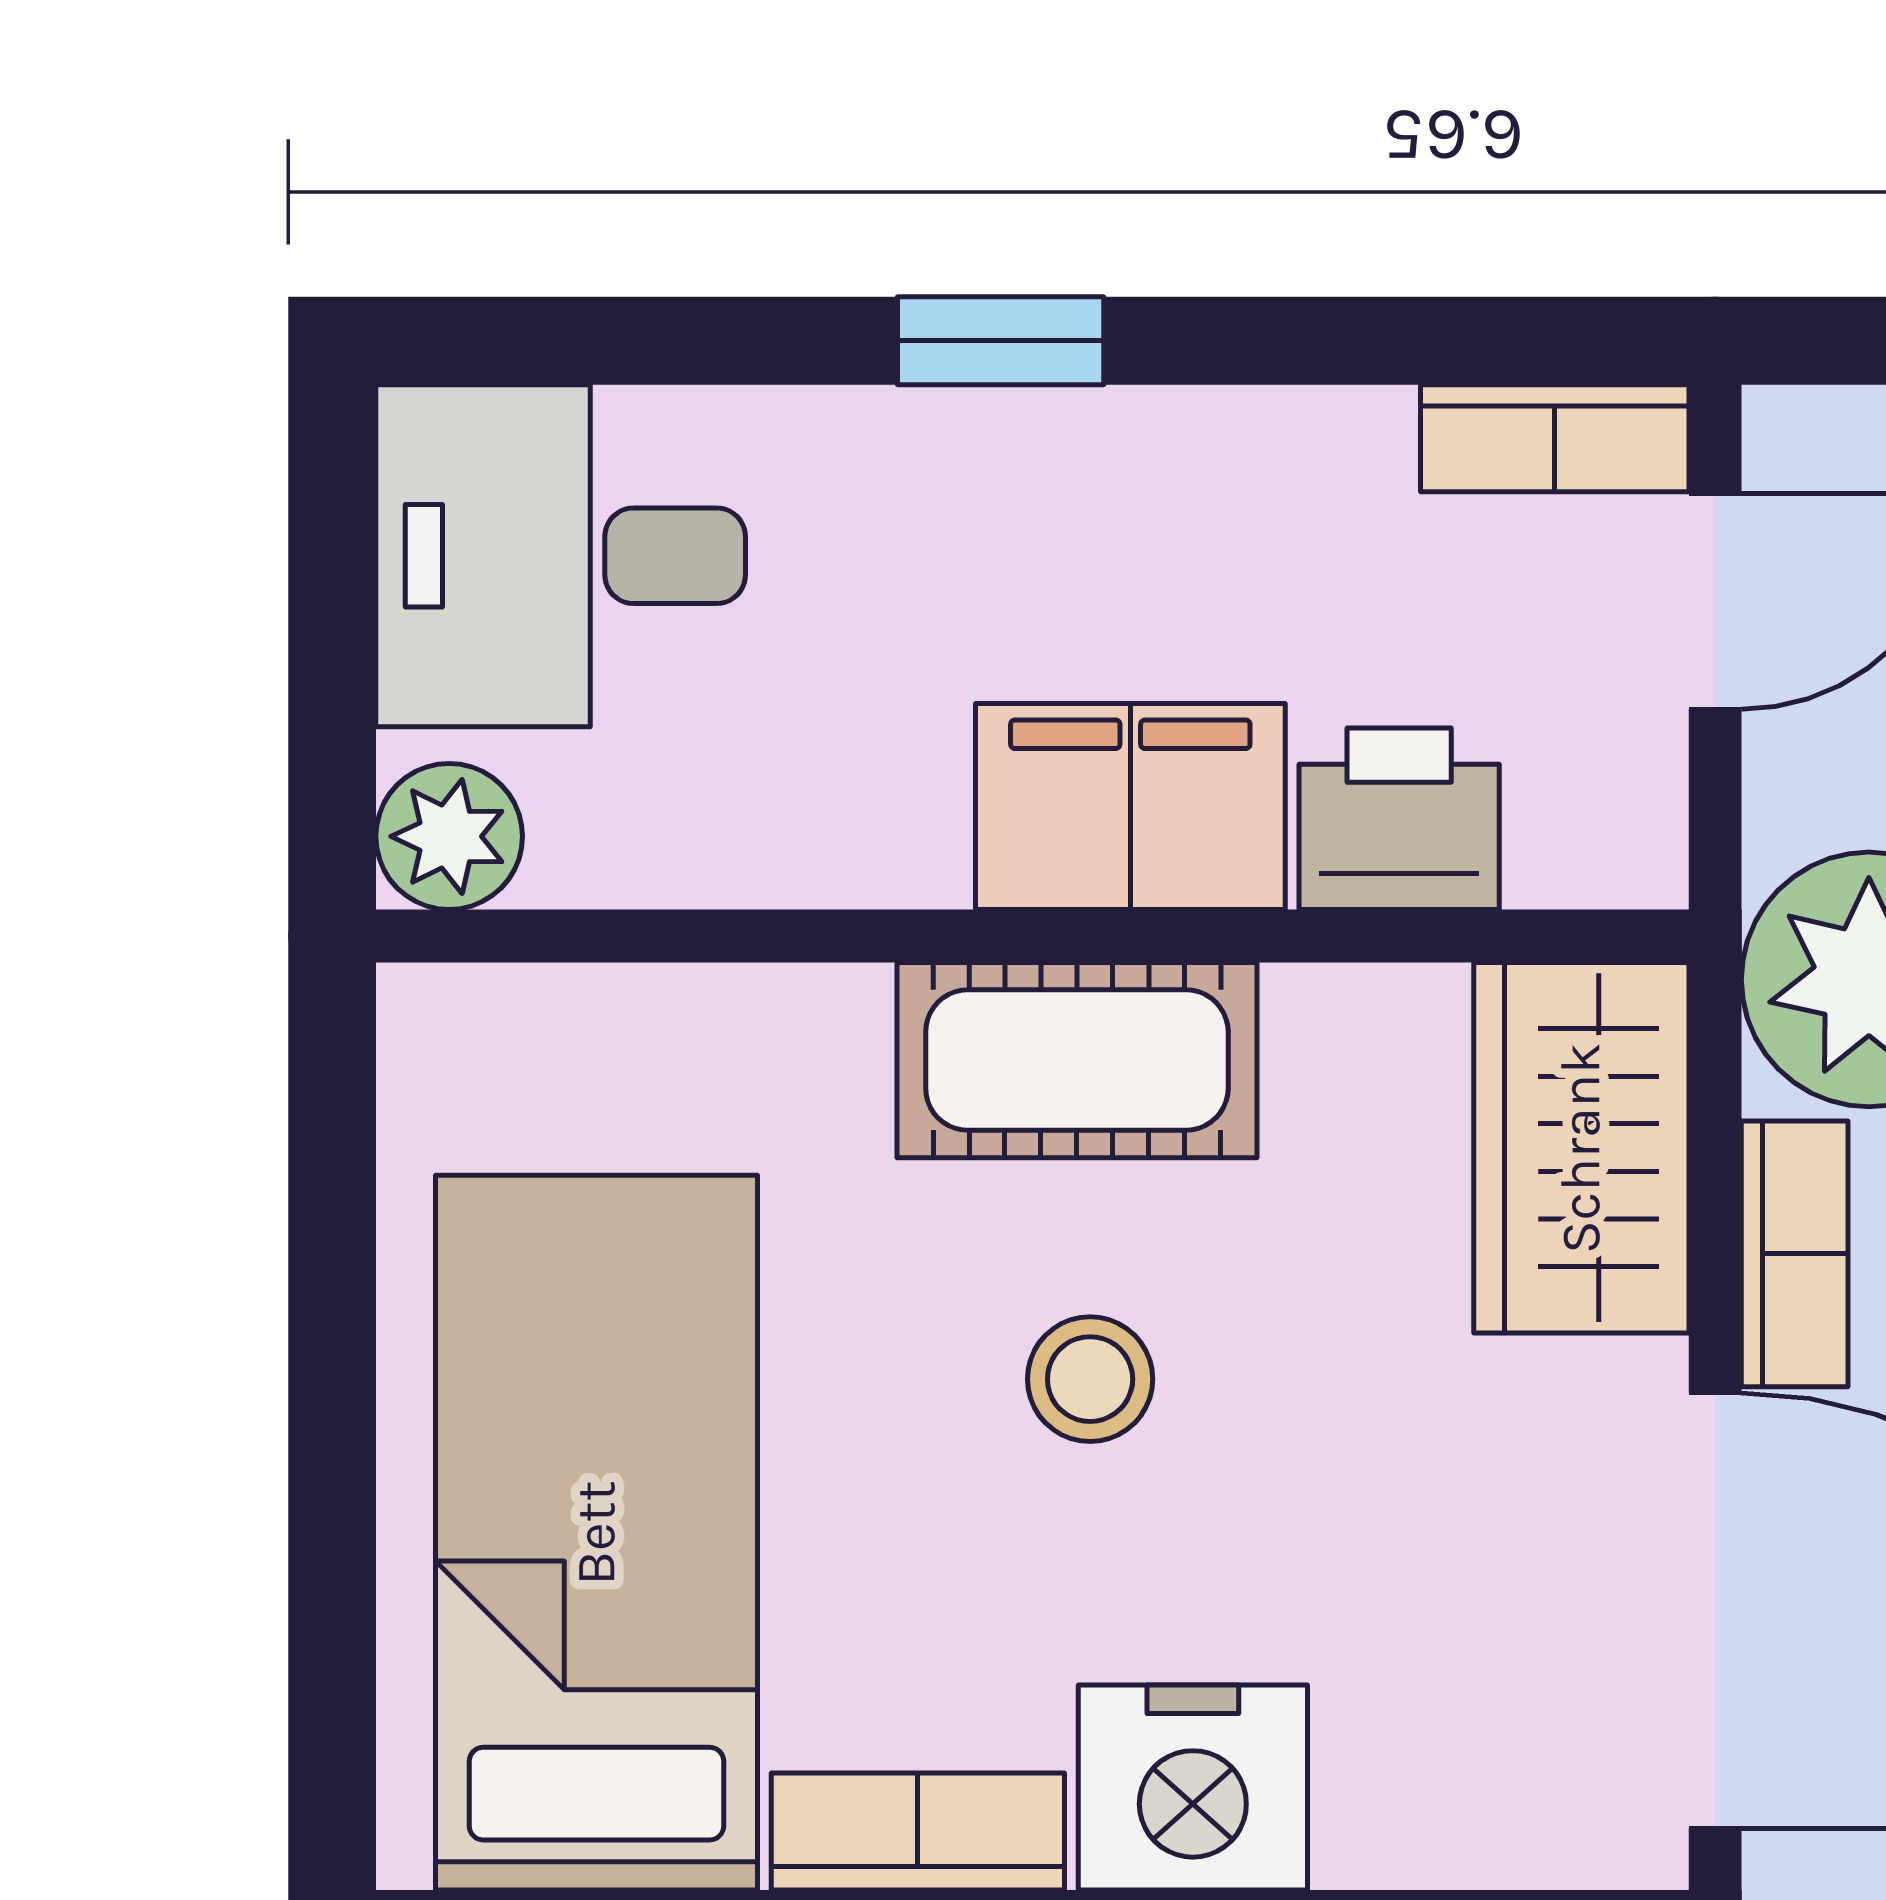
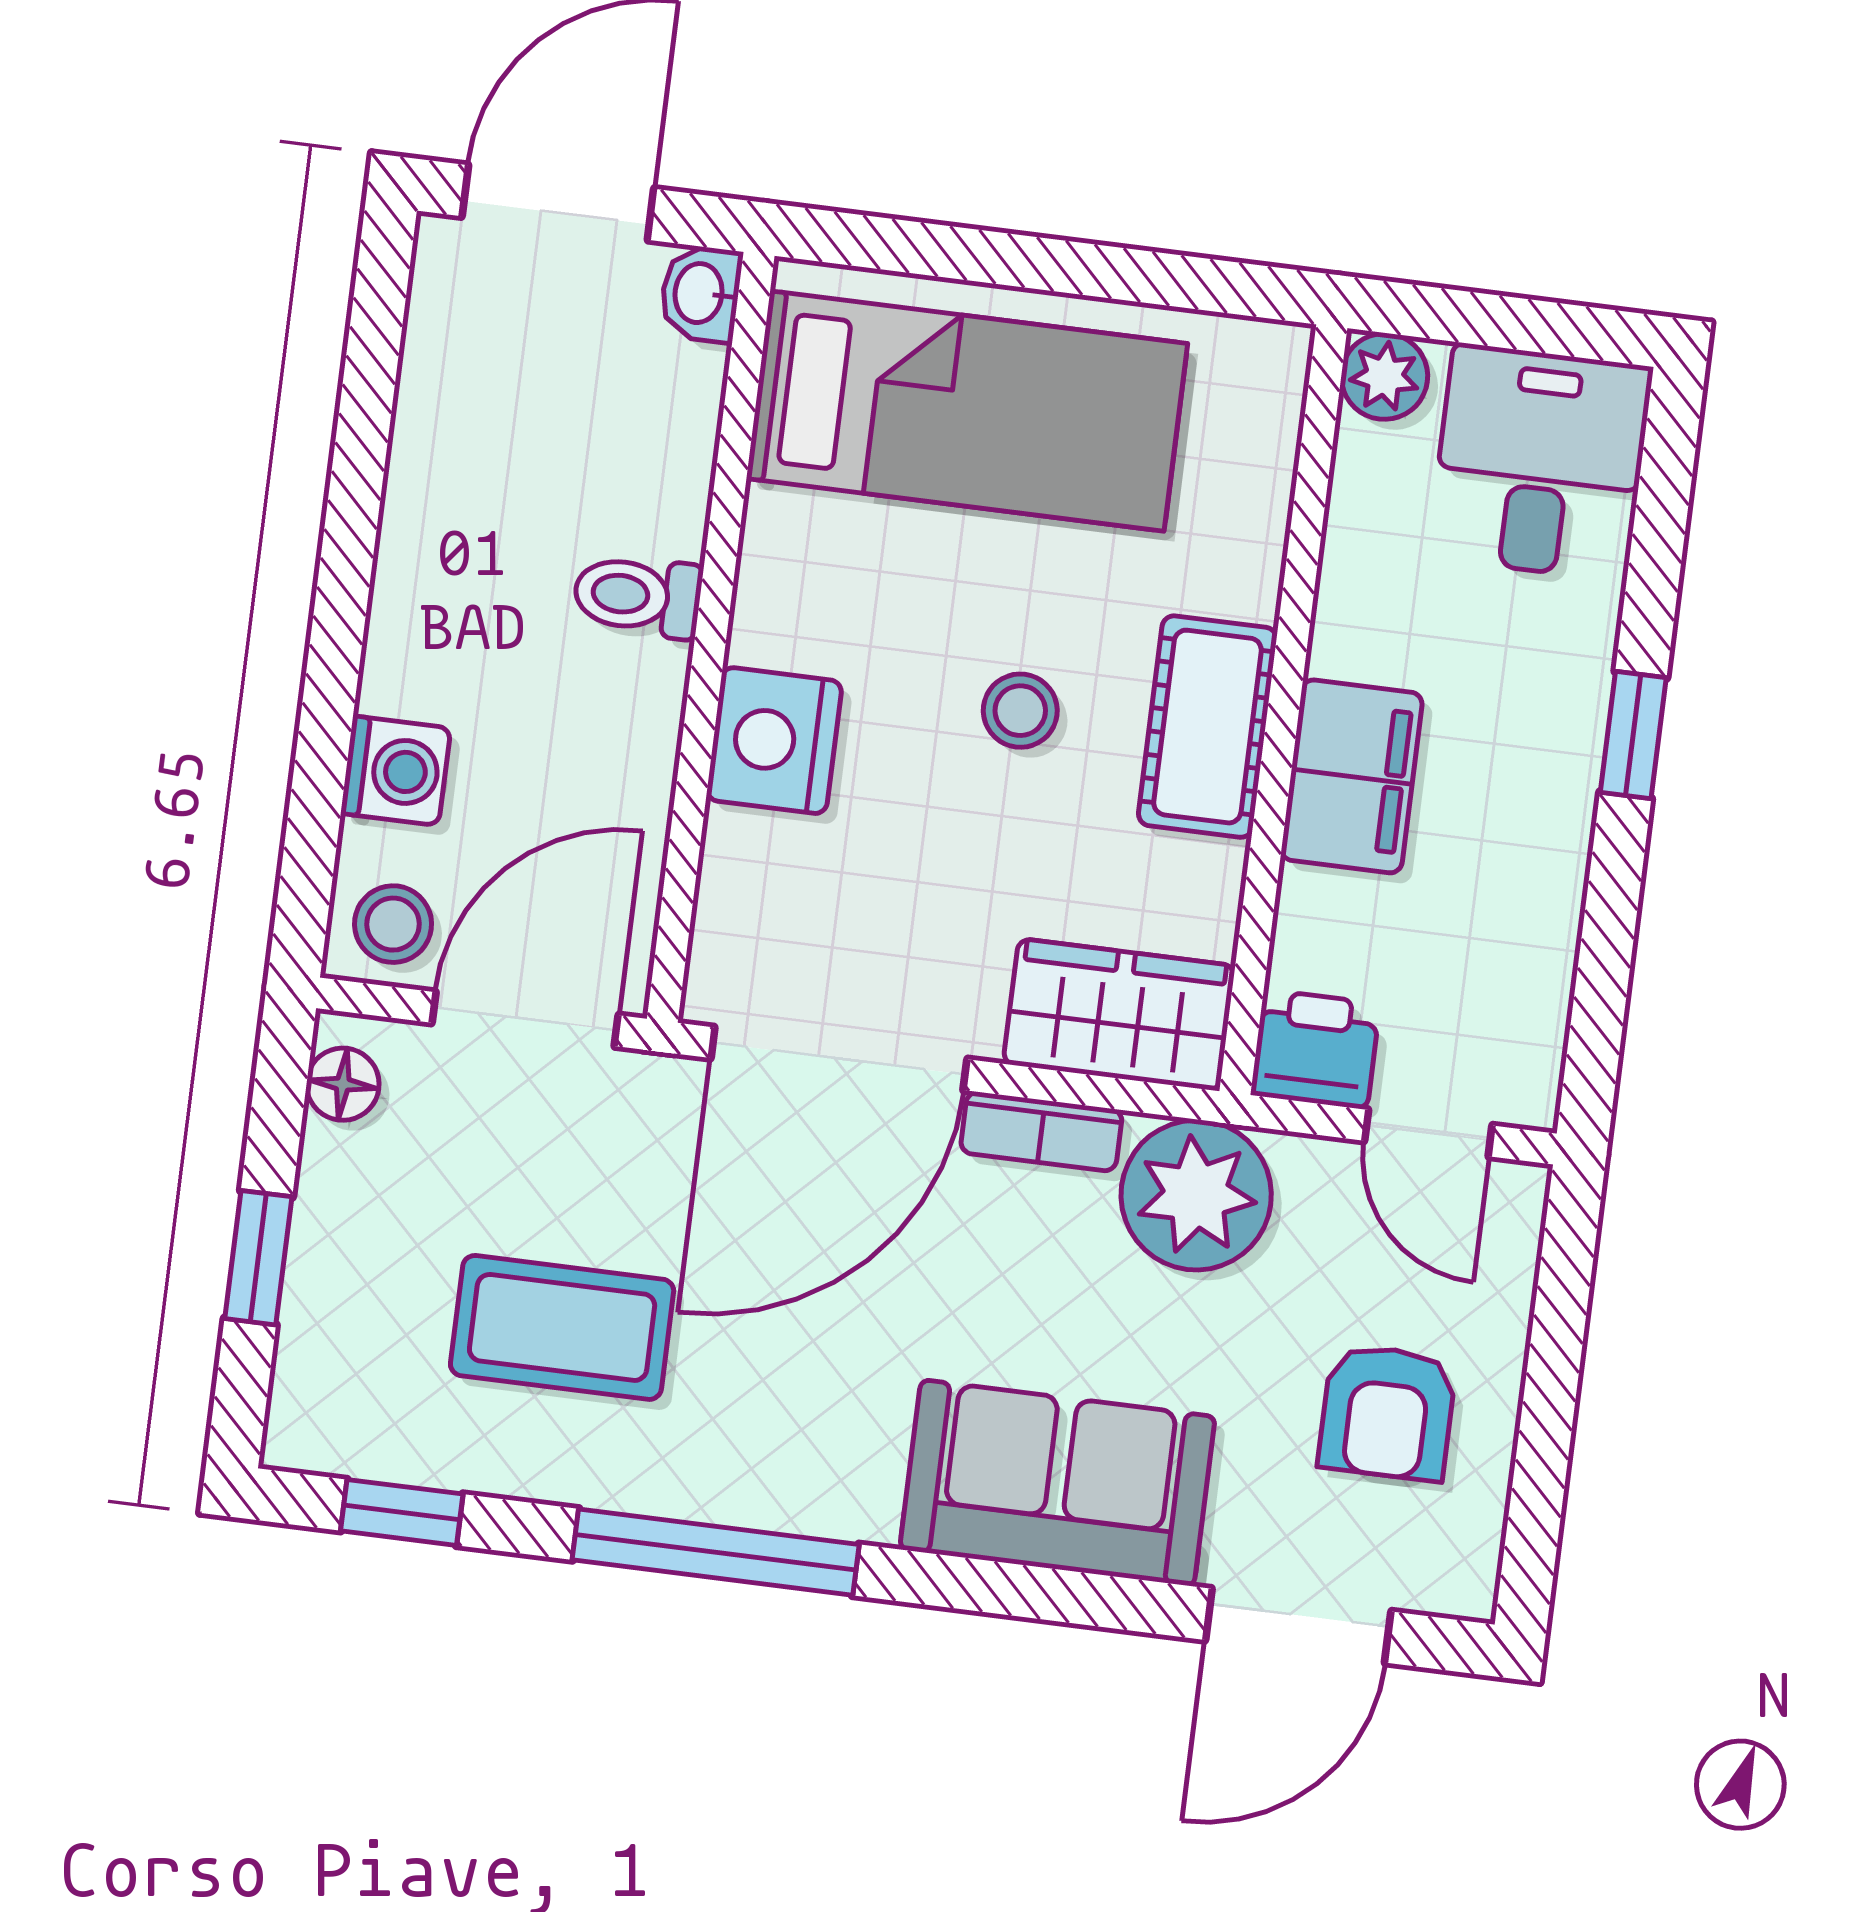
bookcase: (1555, 438) -> (1535, 1051), removed
printer: (1399, 819) -> (1315, 1049), moved, turned -90
bookcase: (918, 1832) -> (769, 577), removed

